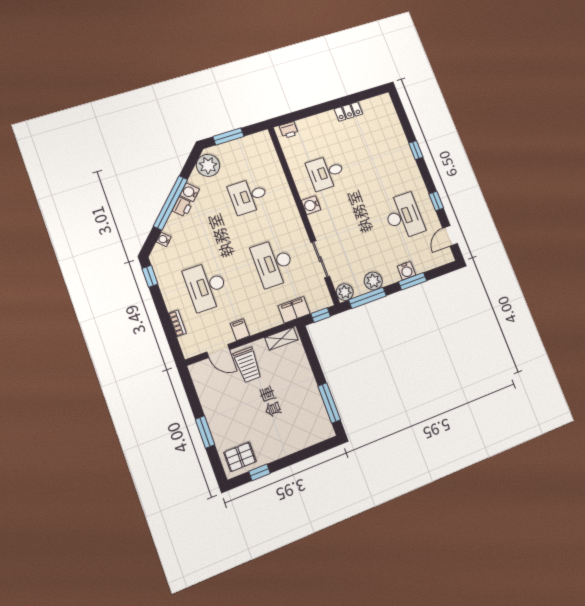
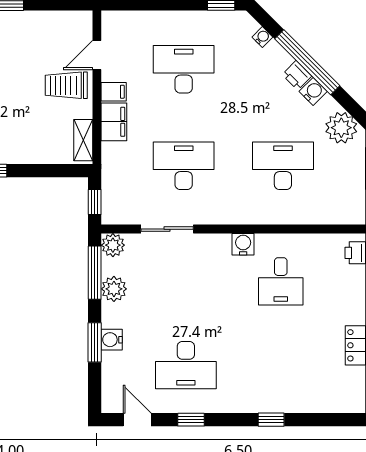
desk: (326, 172) -> (281, 281), turned 180
desk: (248, 196) -> (283, 166), width x1.37
filing cabinet: (294, 310) -> (114, 122), moved
bookcase: (177, 323) -> (150, 17), removed

